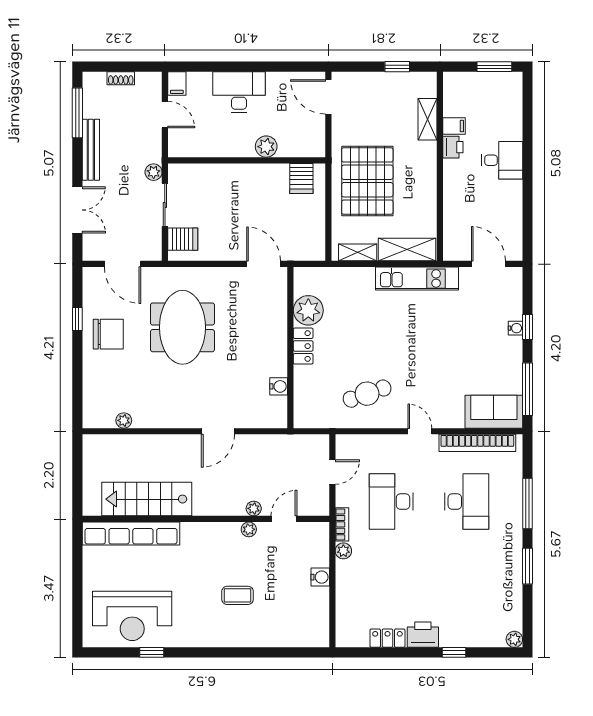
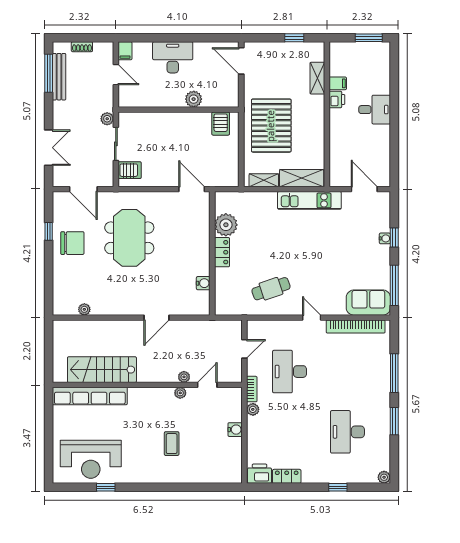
bench: (91, 150) -> (59, 77), moved
desk: (467, 502) -> (347, 432), moved, turned 180
coffee table: (238, 595) -> (172, 444), turned 90
printer: (423, 635) -> (259, 474), moved

